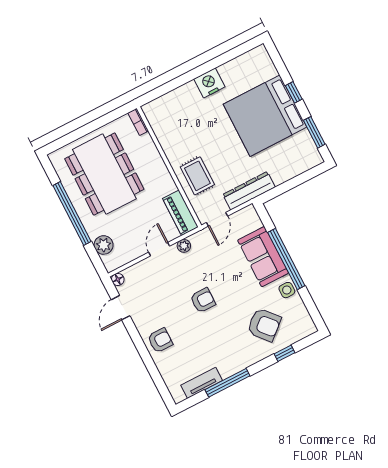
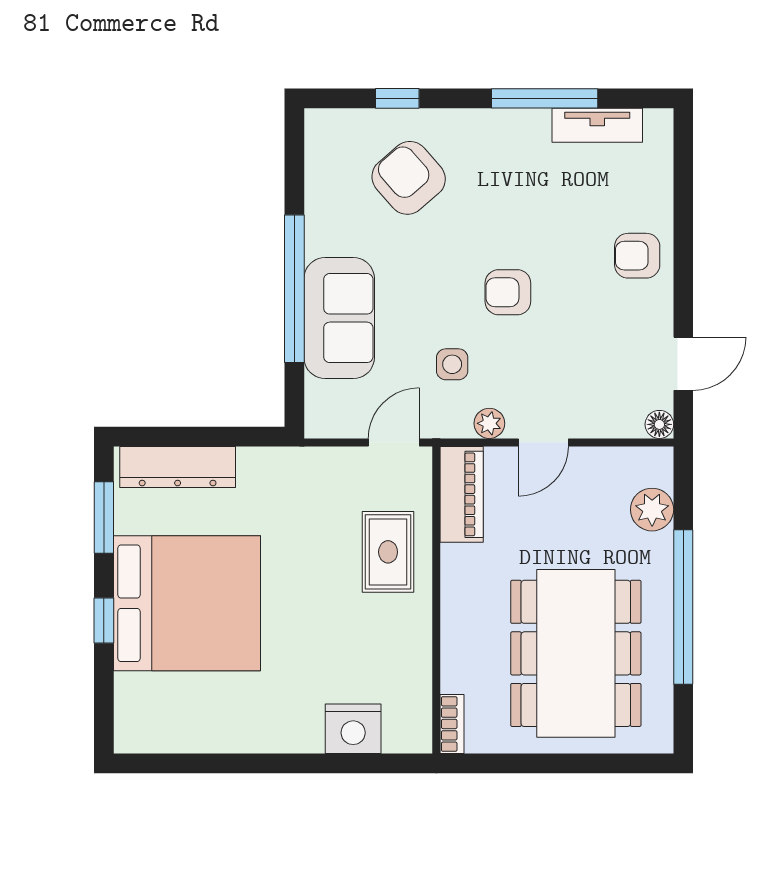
nightstand: (209, 83) -> (353, 729), moved
dresser: (249, 191) -> (178, 467), moved
side table: (287, 290) -> (452, 364), moved

